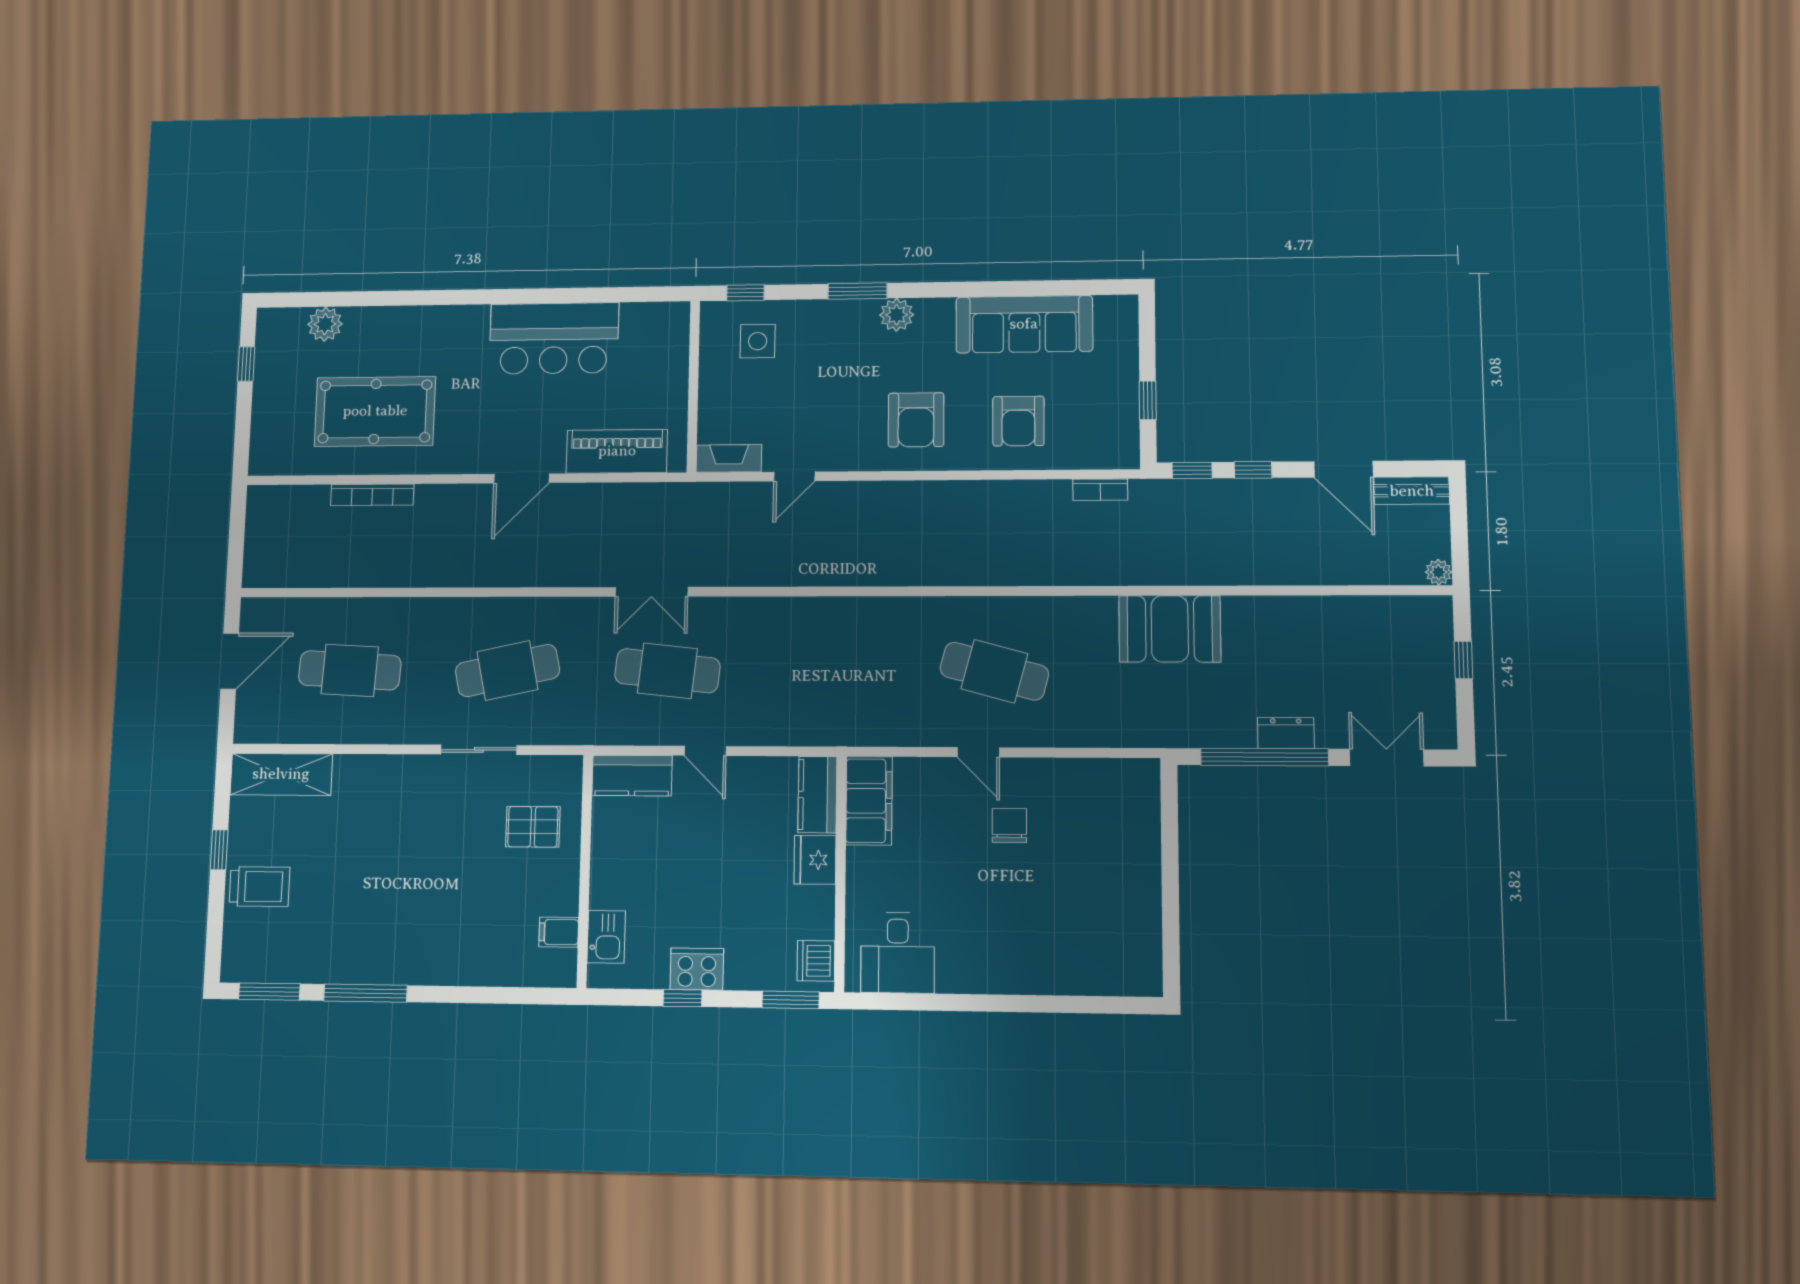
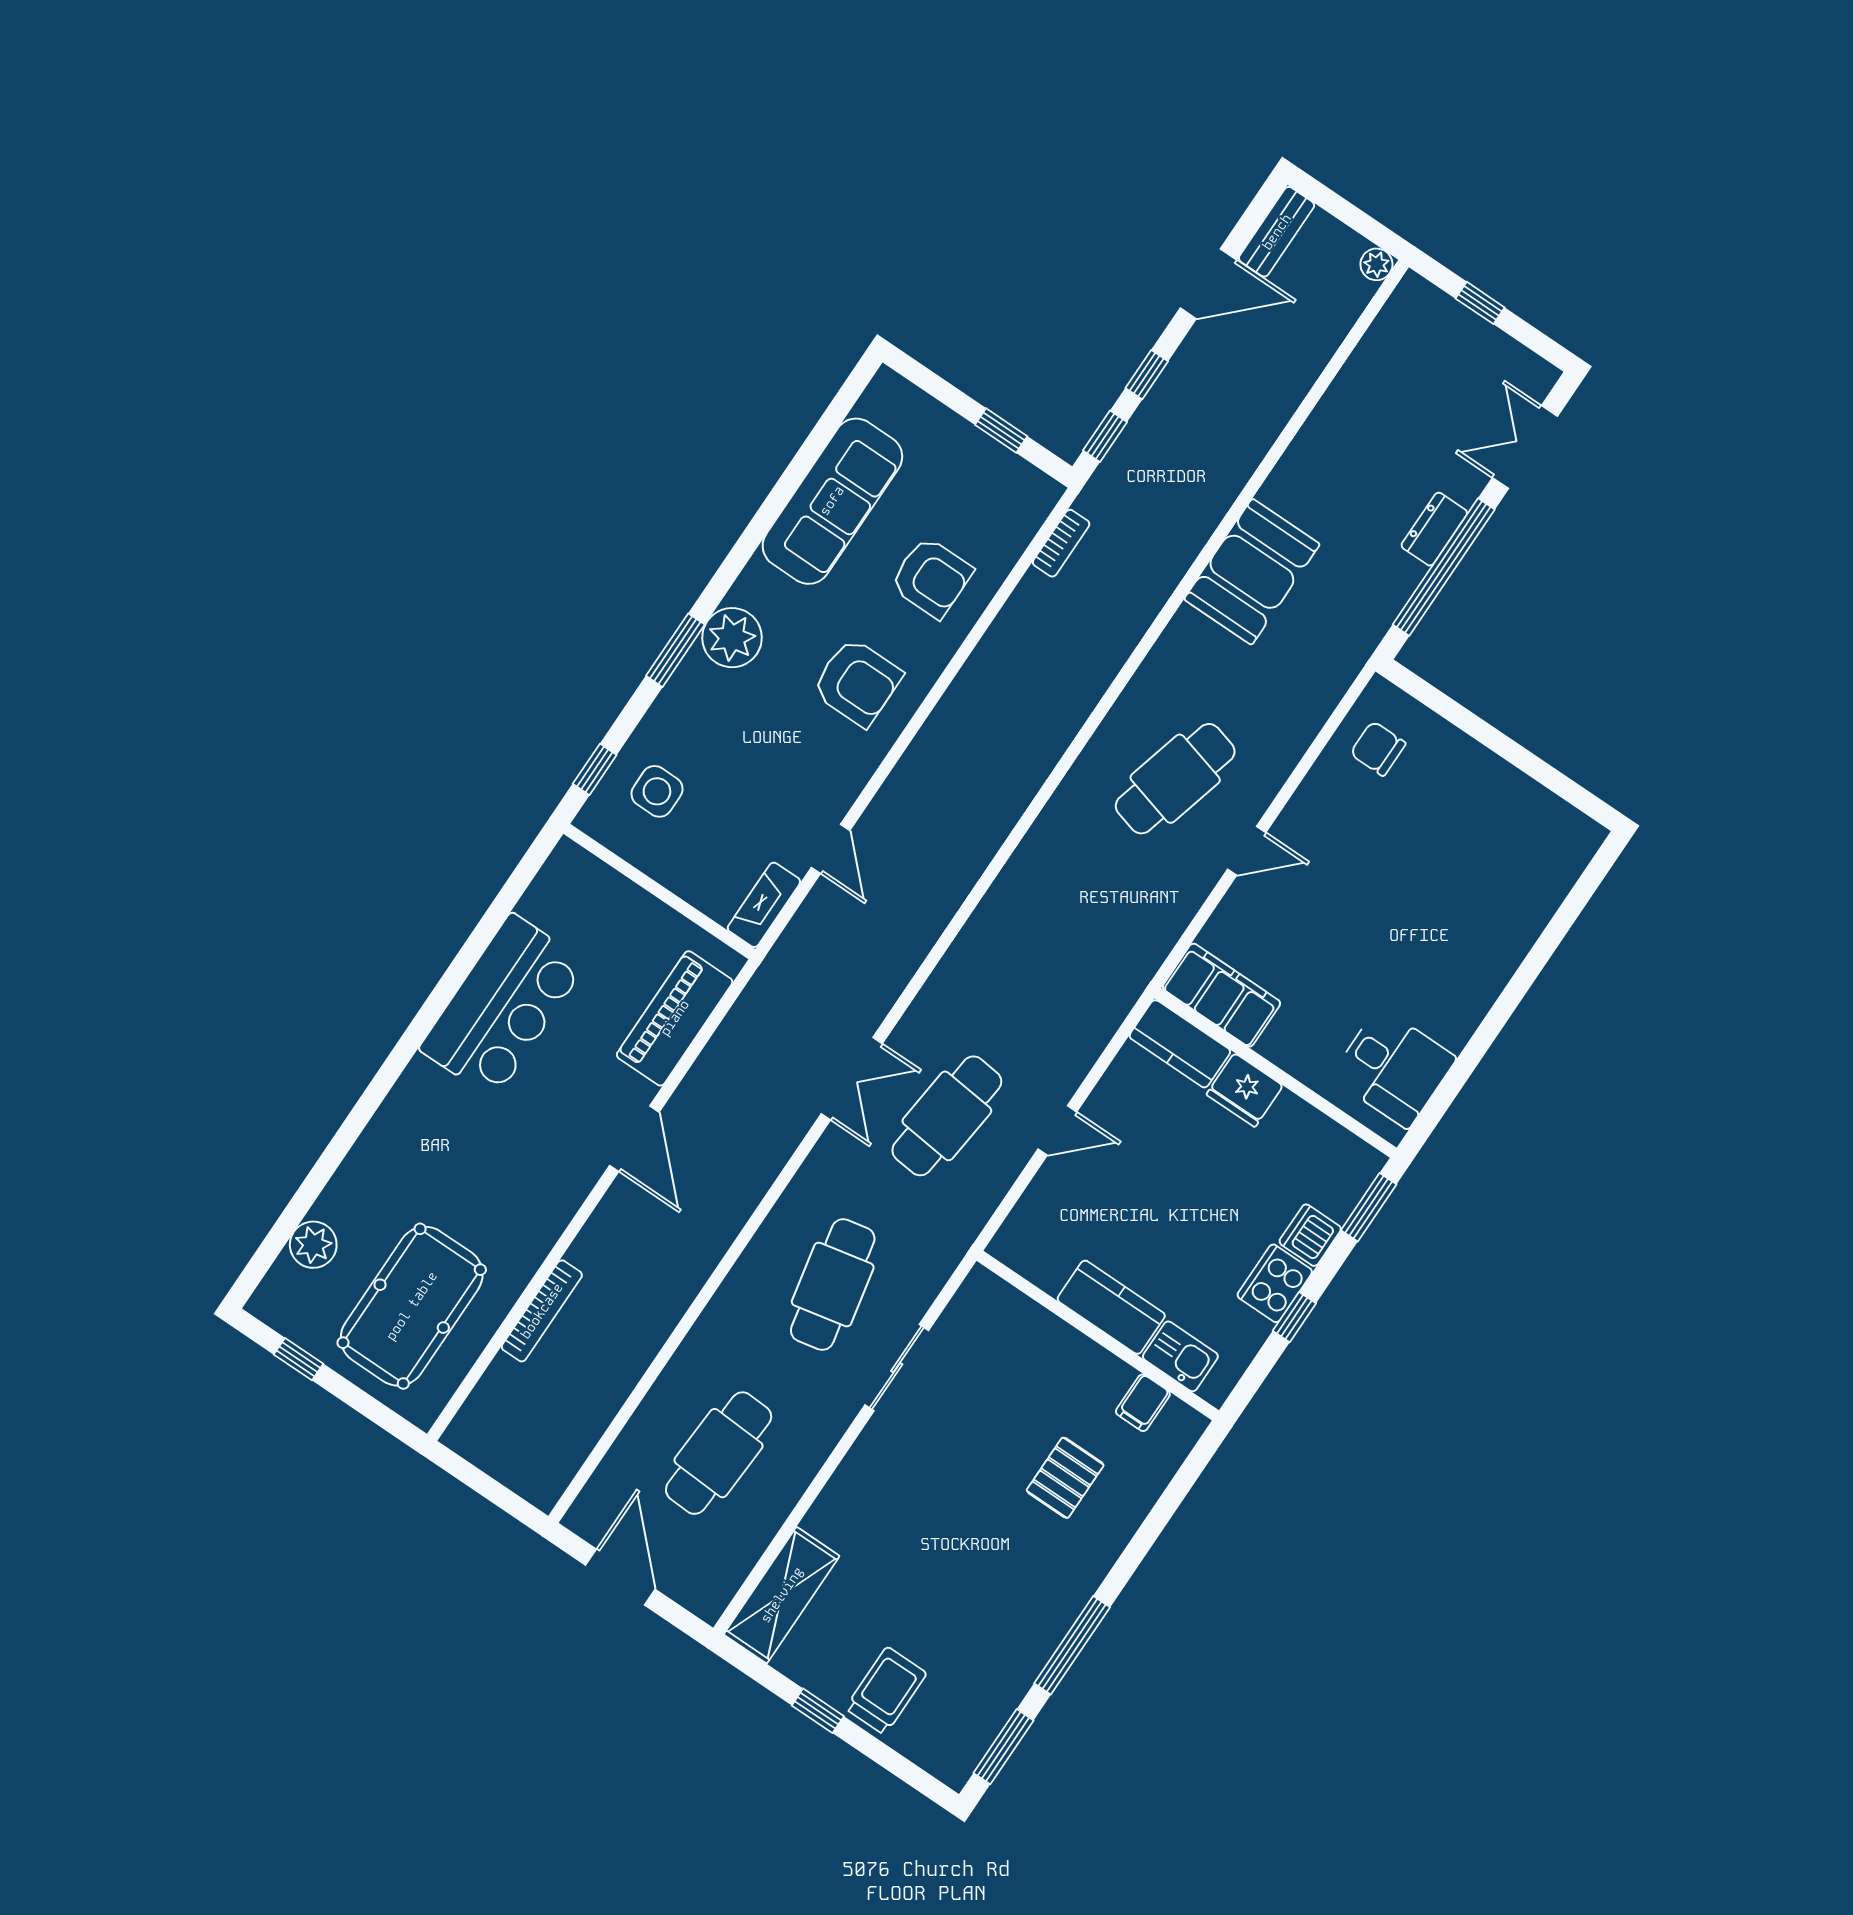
plant: (897, 315) -> (732, 638), width x1.36, depth x1.36
pool table: (375, 411) -> (412, 1306), moved
kitchen counter: (632, 776) -> (1111, 1307), moved, turned -90
chair: (1009, 826) -> (1378, 748), moved
pallet: (533, 827) -> (1065, 1478), moved
dishwasher: (816, 961) -> (1310, 1235), moved, turned 90

